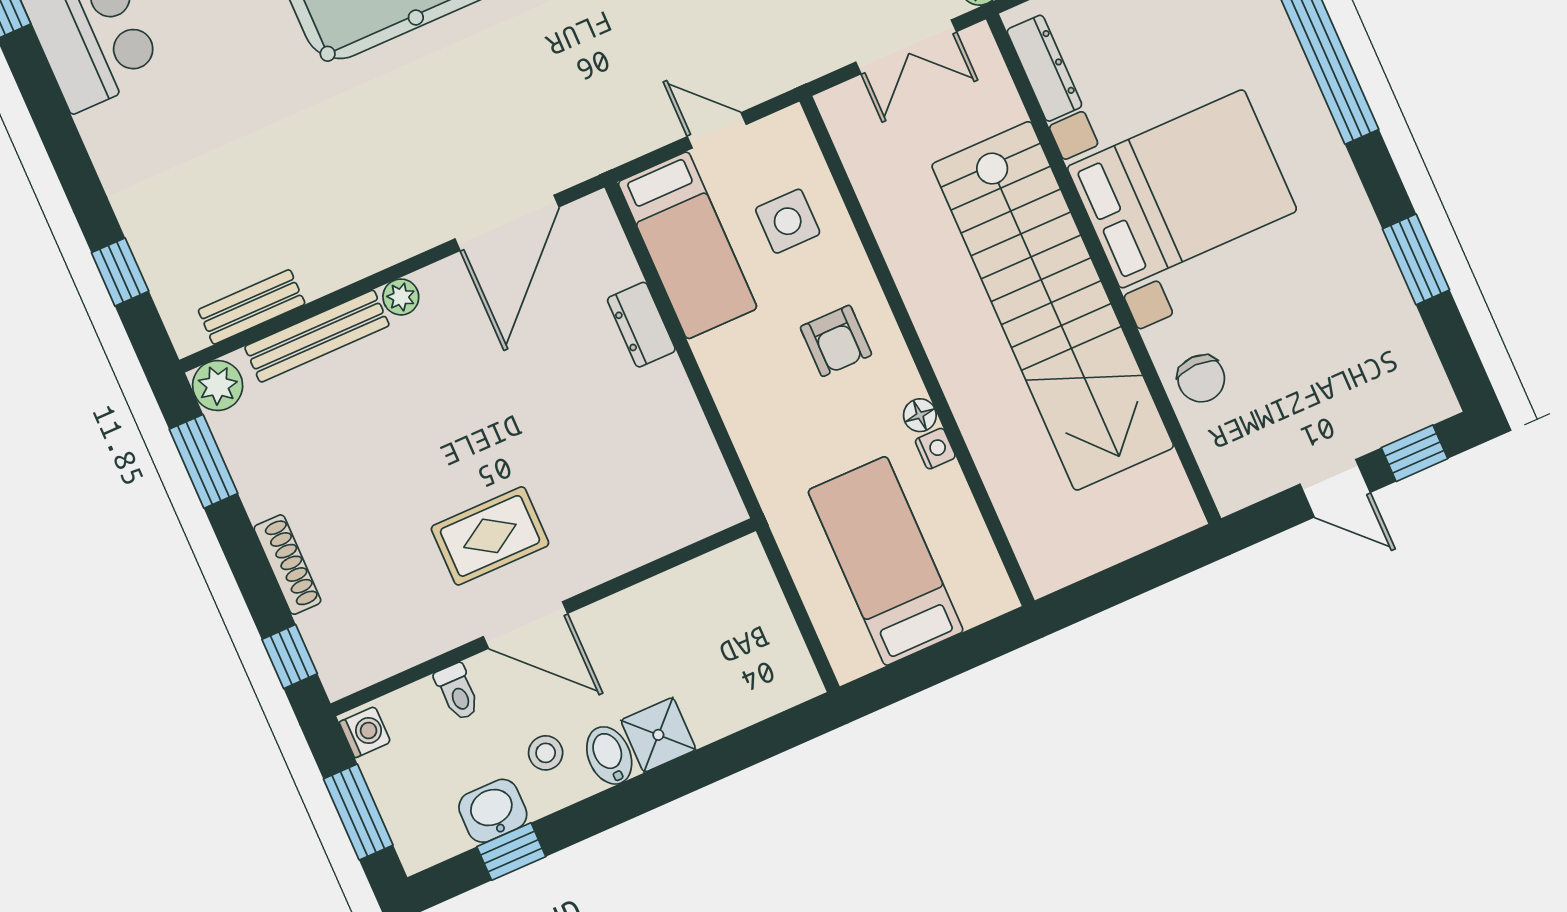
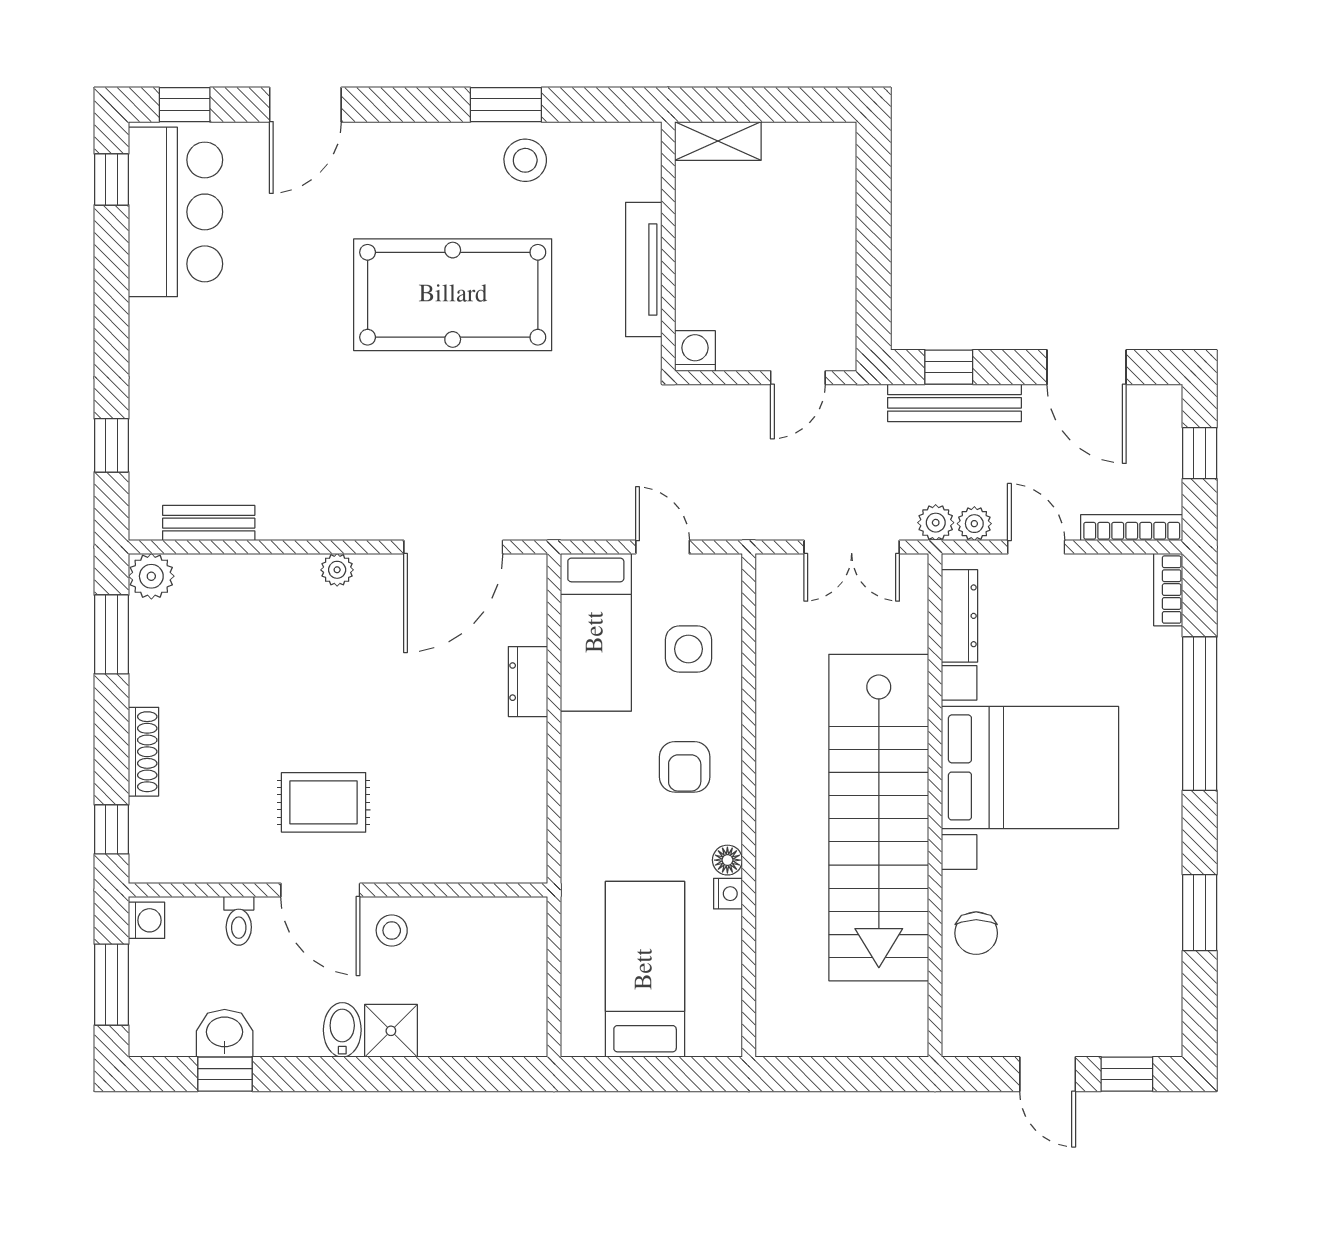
bench: (317, 336) -> (253, 572), removed
stool: (546, 753) -> (392, 930), moved

